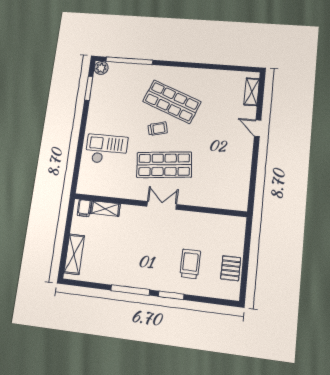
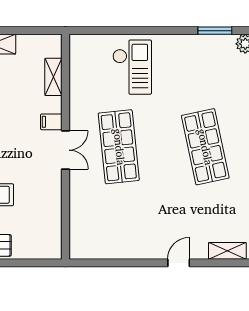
shop shelf: (172, 102) -> (205, 147), turned -33
trolley: (158, 129) -> (166, 132), removed
filing cabinet: (84, 208) -> (51, 122), moved

